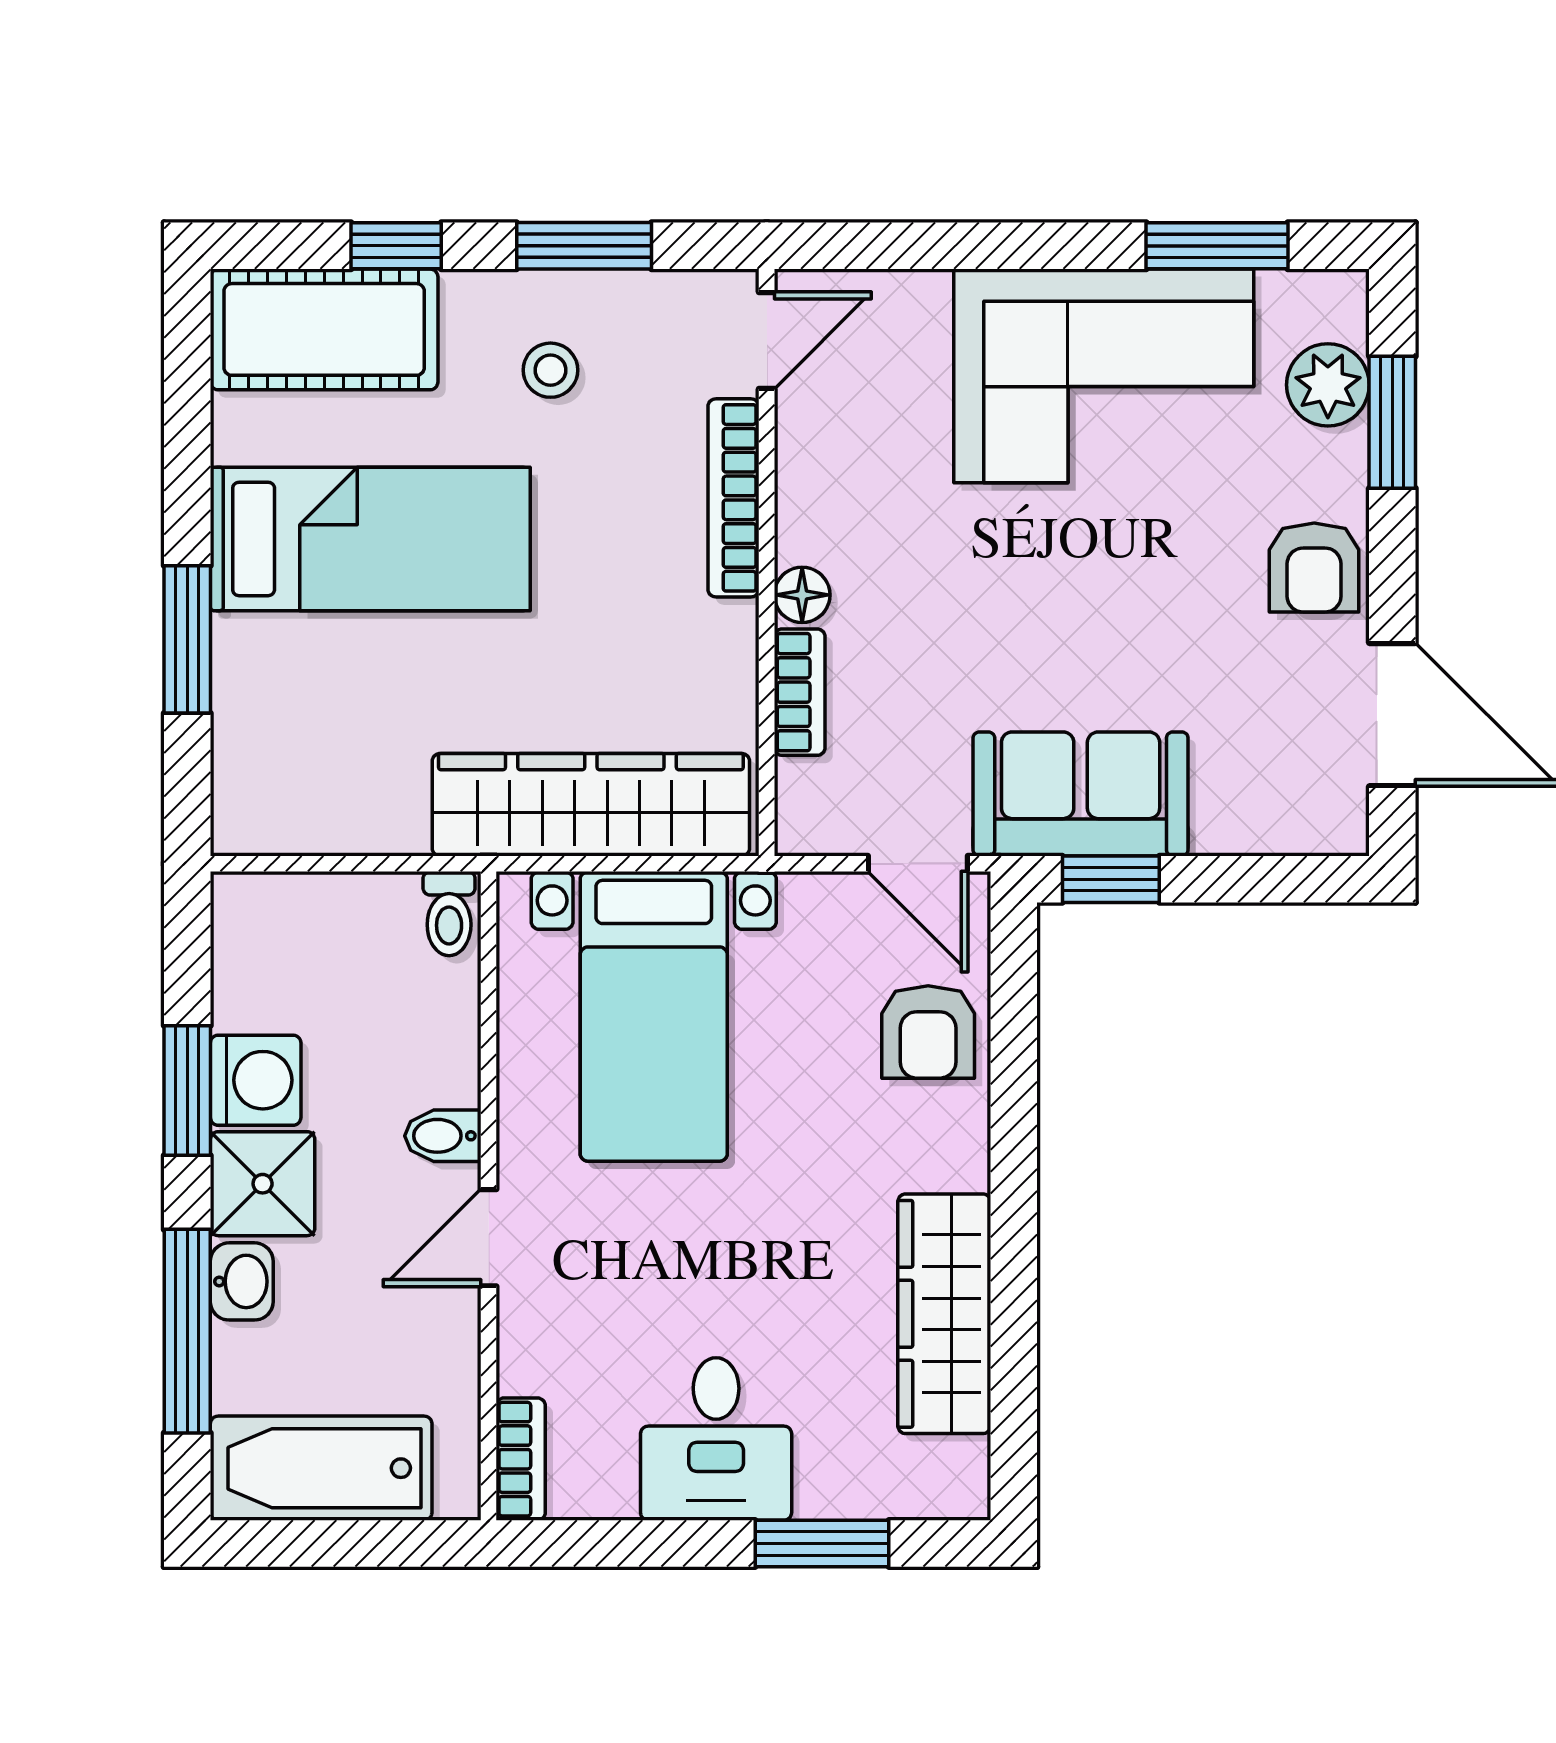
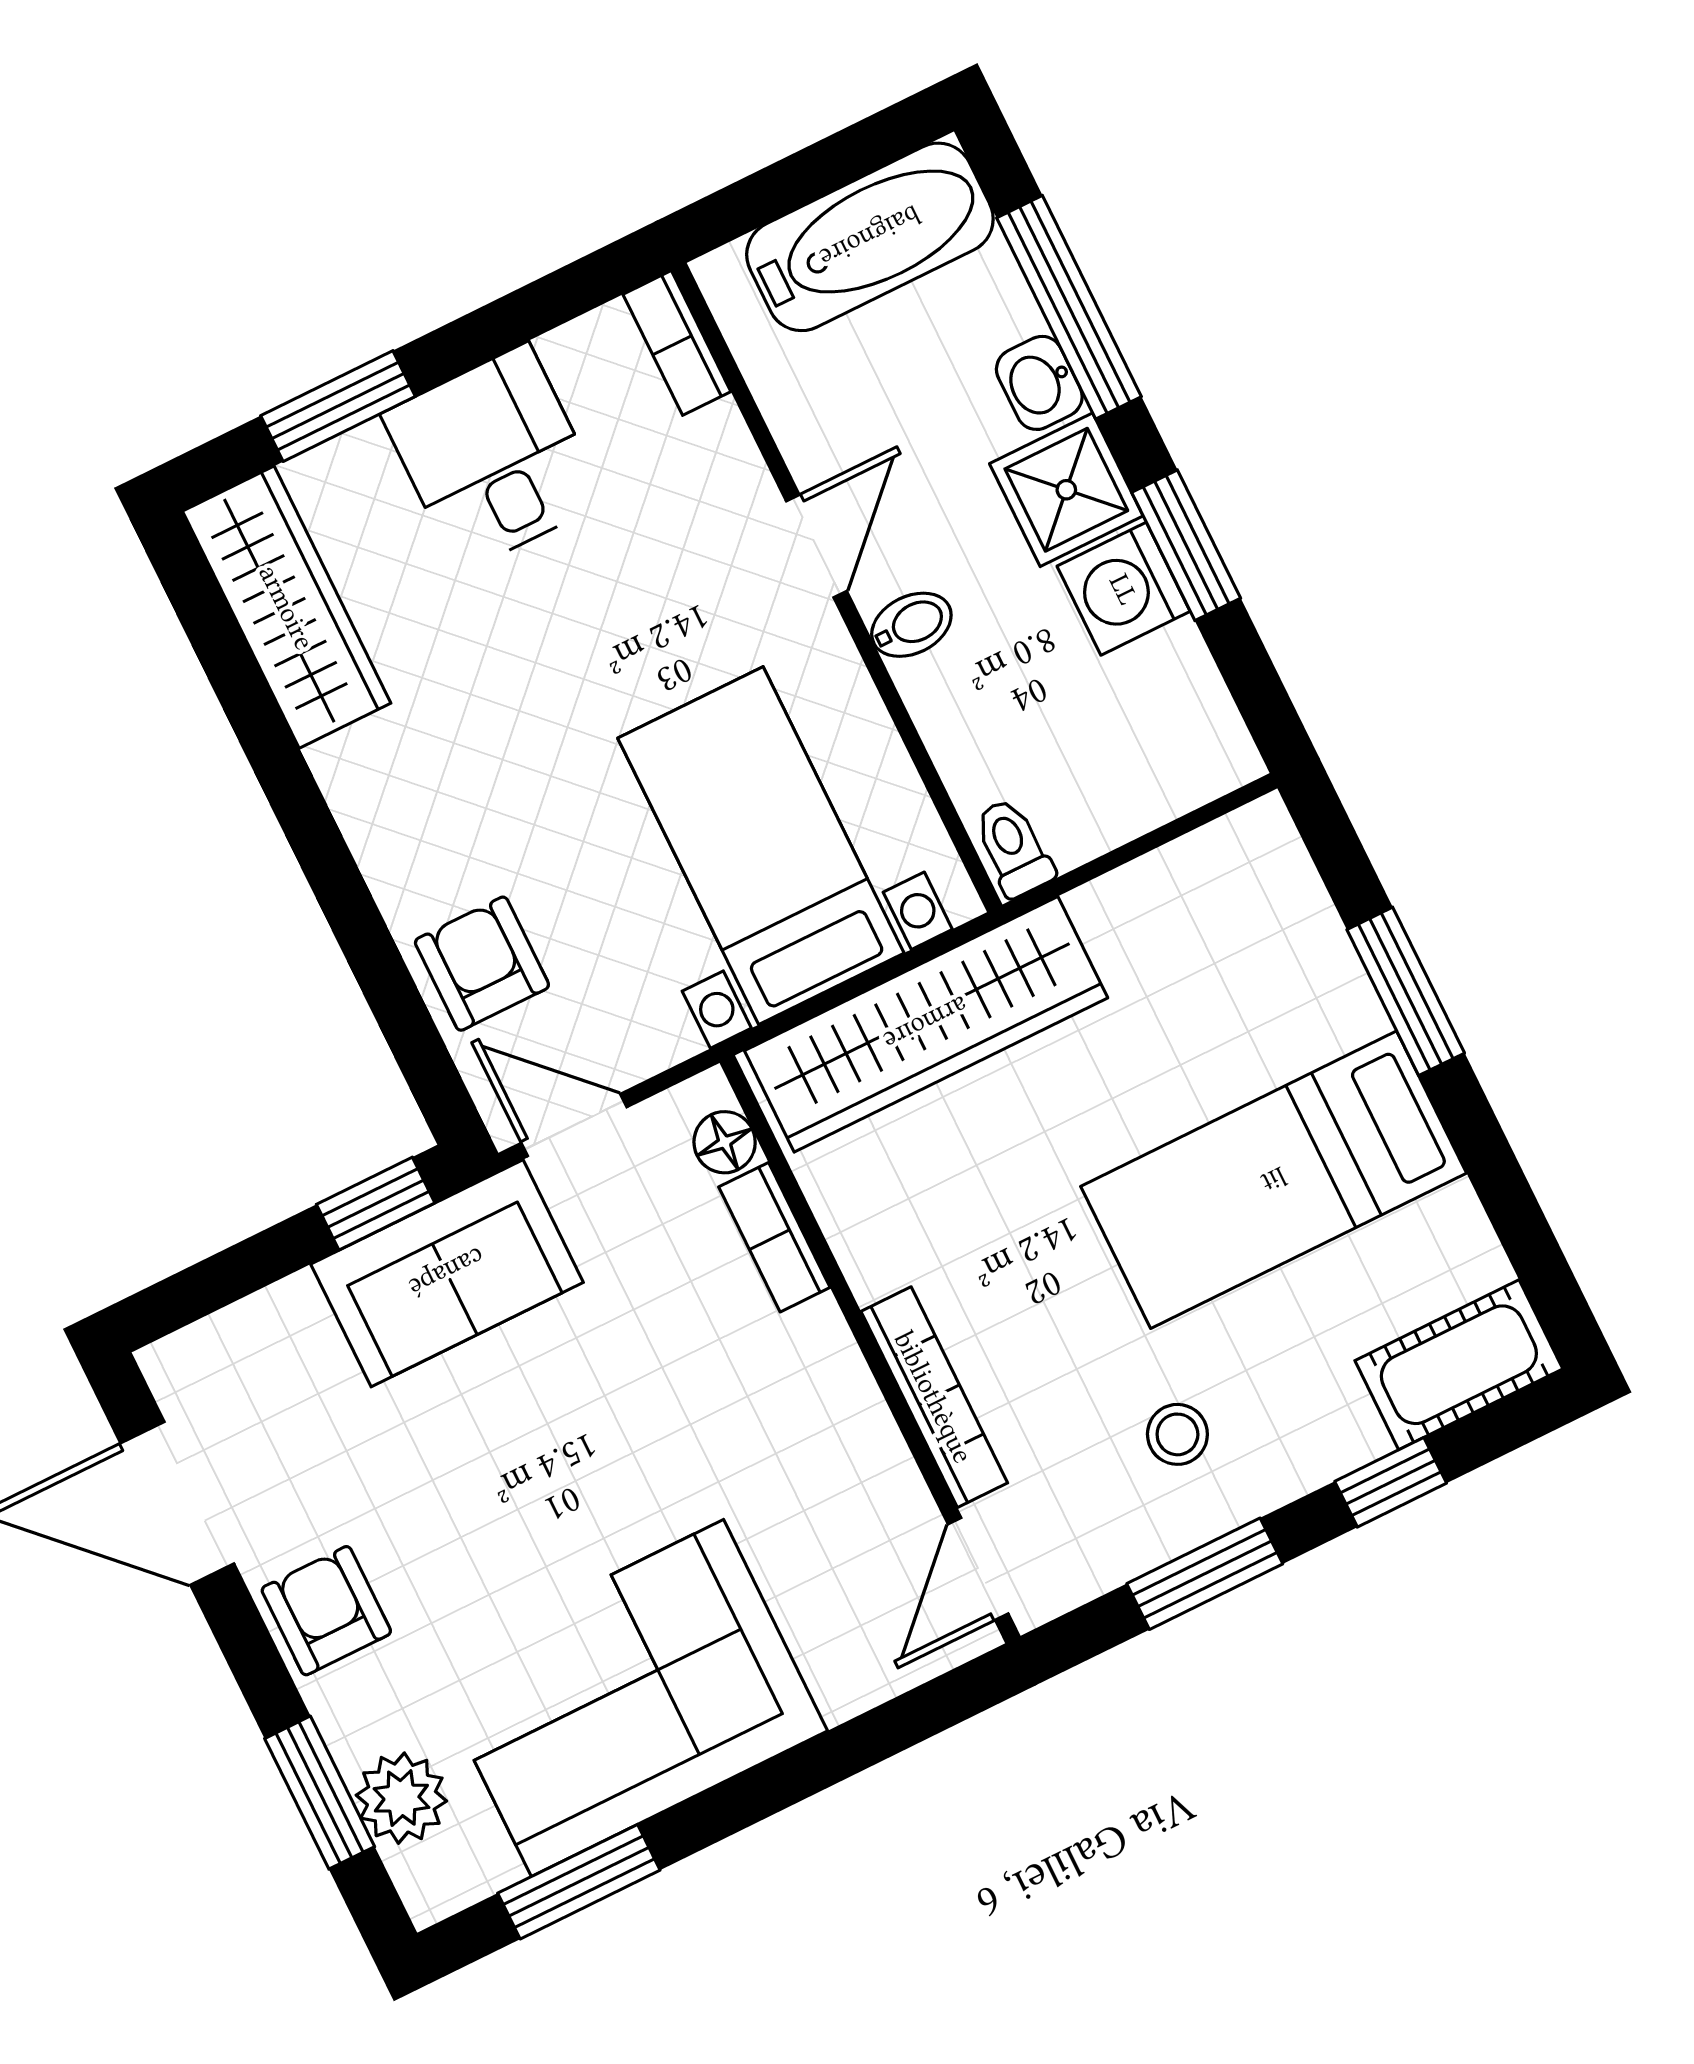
cot: (324, 329) -> (1459, 1365), width x0.73, depth x0.75
floor lamp: (802, 595) -> (725, 1142), moved
wardrobe: (944, 1314) -> (287, 607), moved

